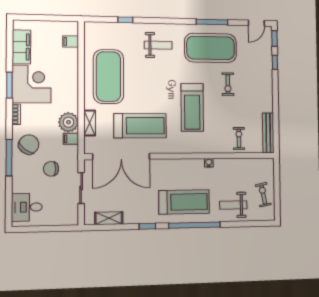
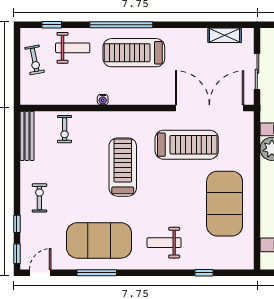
exercise bike: (228, 84) -> (39, 198), moved
shelving: (90, 123) -> (247, 148), removed
treadmill: (140, 126) -> (187, 145), turned 180
window: (147, 226) -> (52, 25), moved

